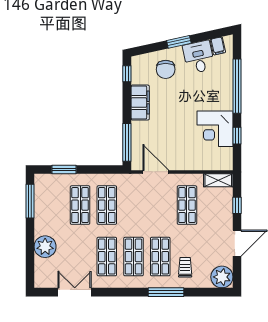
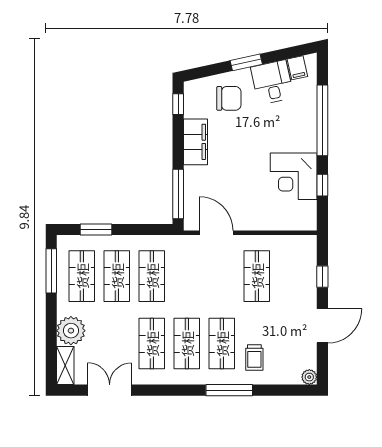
chair: (166, 69) -> (229, 98), turned -90
shelving: (218, 180) -> (65, 366), moved, turned 90
shop shelf: (53, 205) -> (82, 276), added
trolley: (185, 267) -> (254, 357), turned 180
plant: (222, 277) -> (309, 377), width x0.53, depth x0.53

